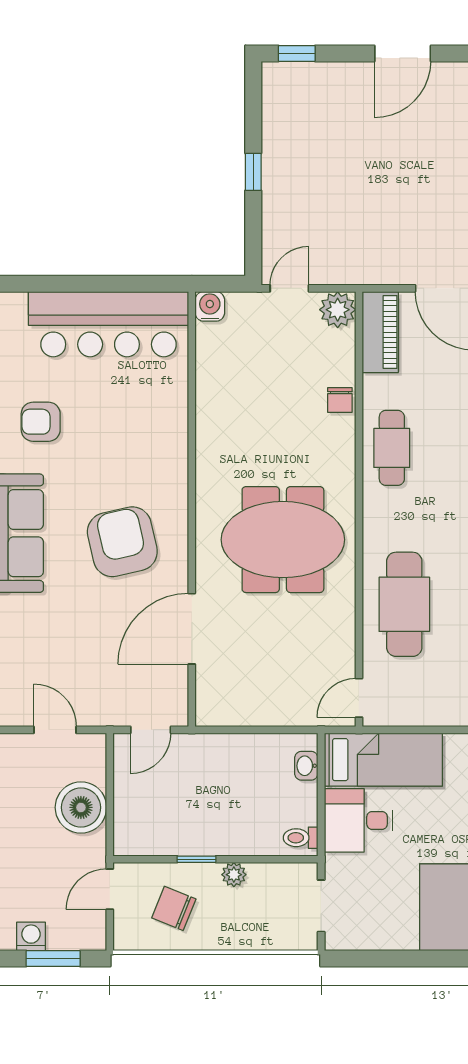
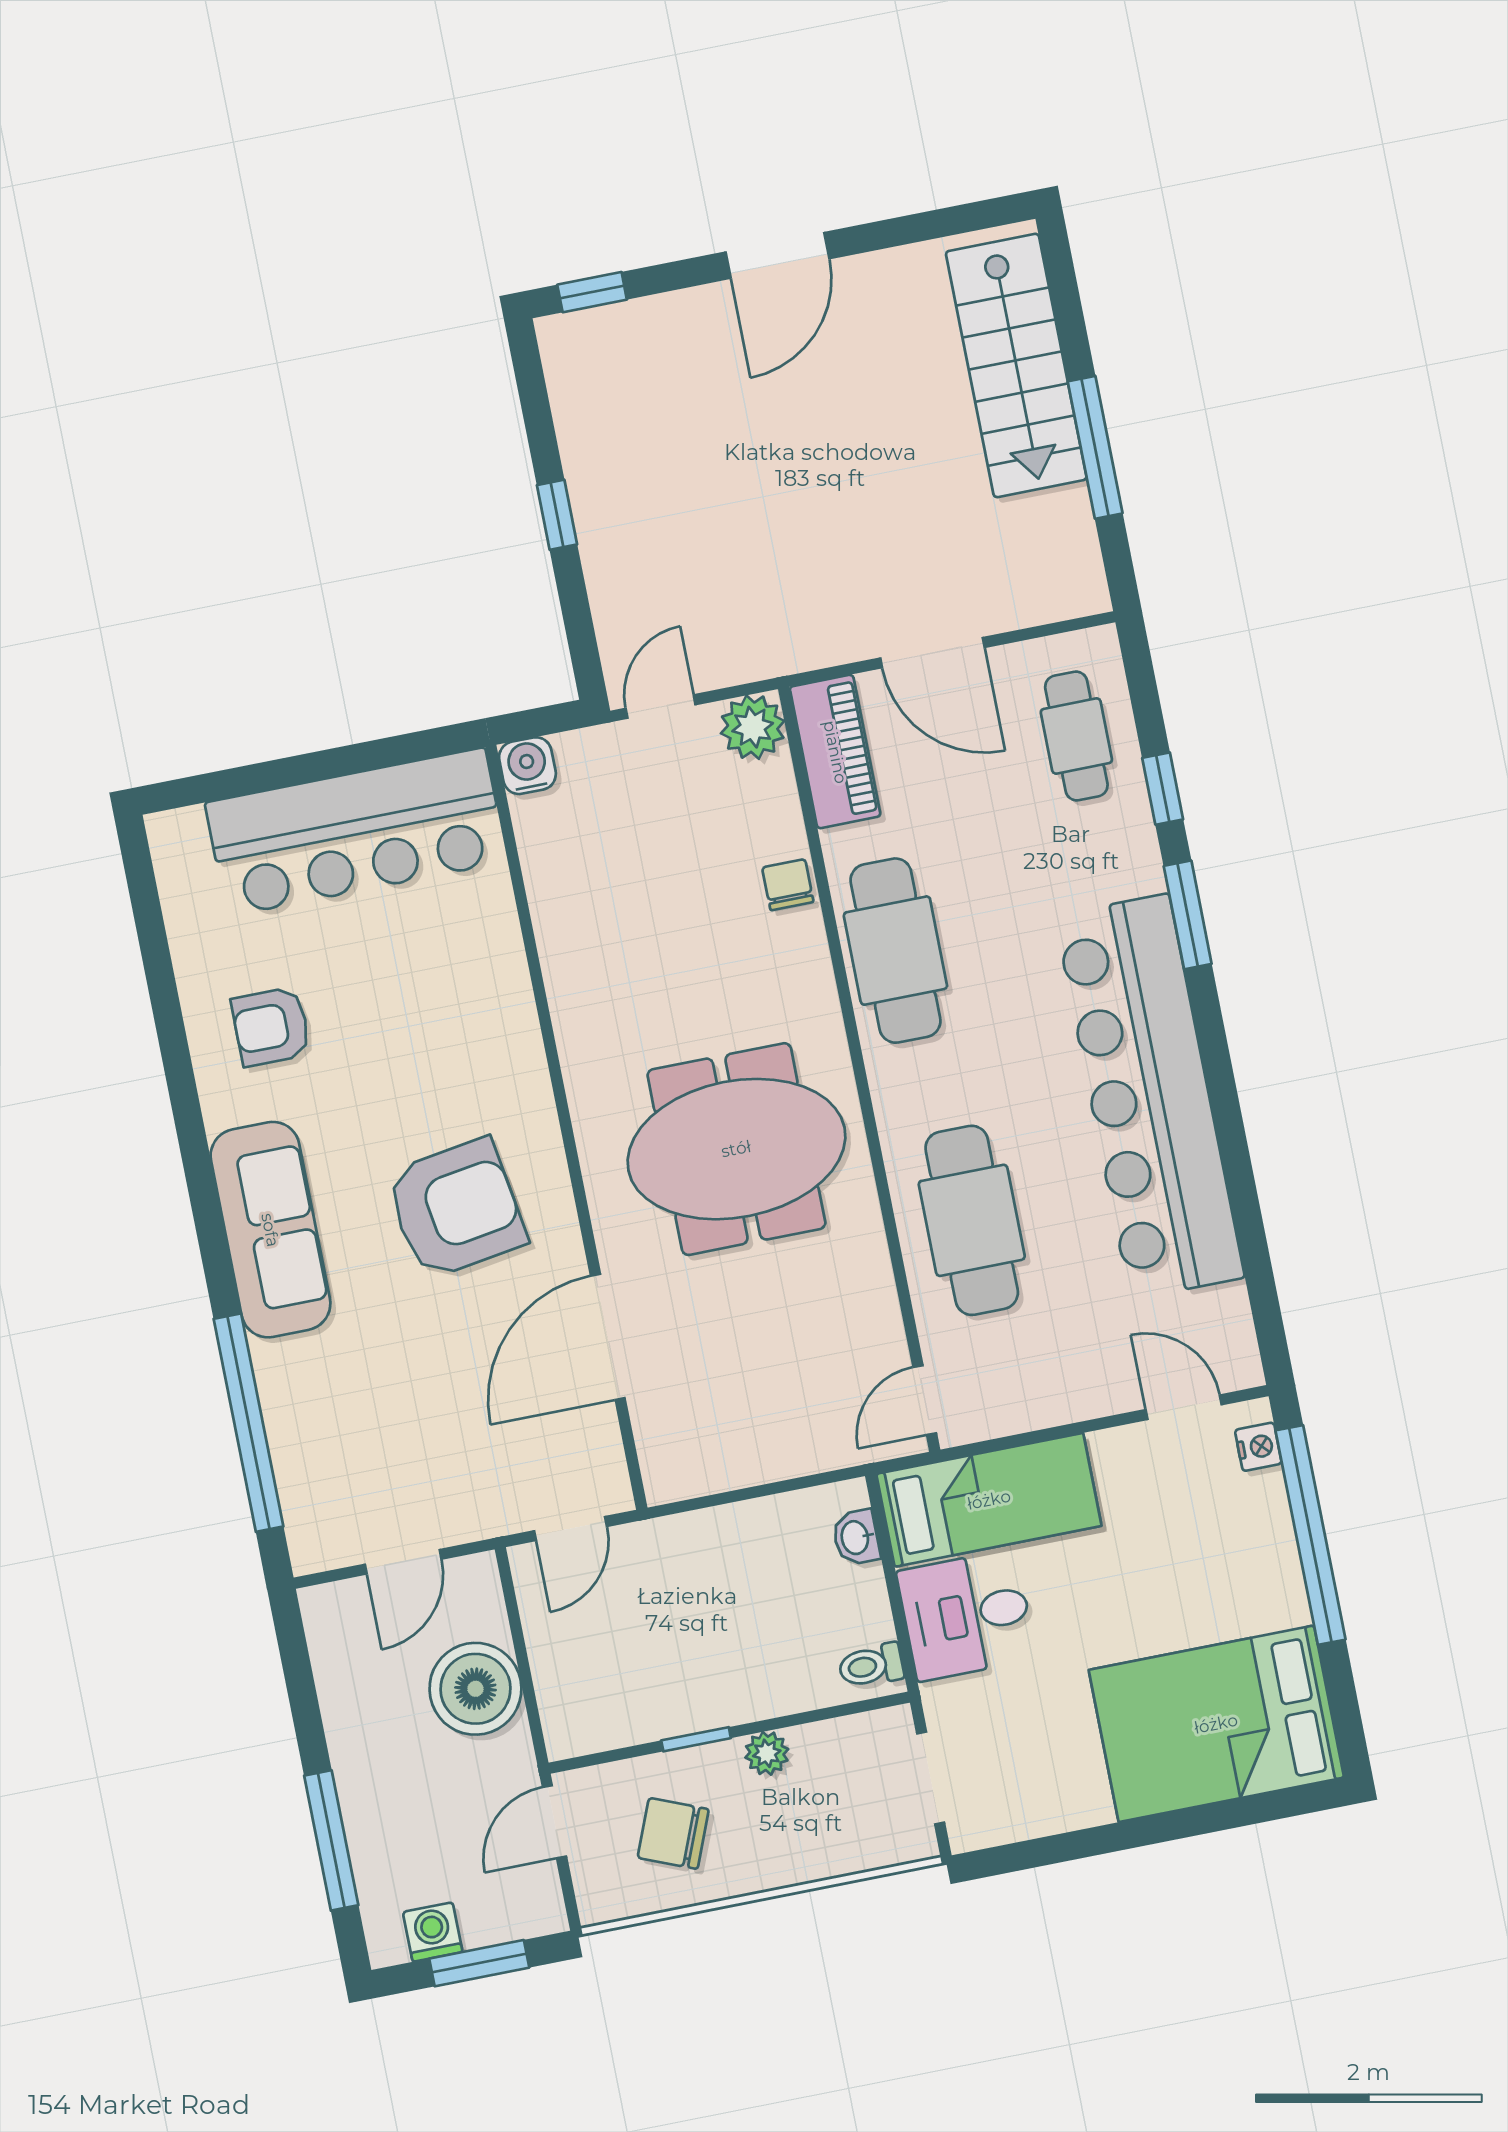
chair: (340, 400) -> (788, 885), turned 180
cafe table: (392, 448) -> (895, 951), width x1.37, depth x1.35
armchair: (122, 542) -> (456, 1209), turned 94
door: (55, 730) -> (403, 1562), swing flipped

